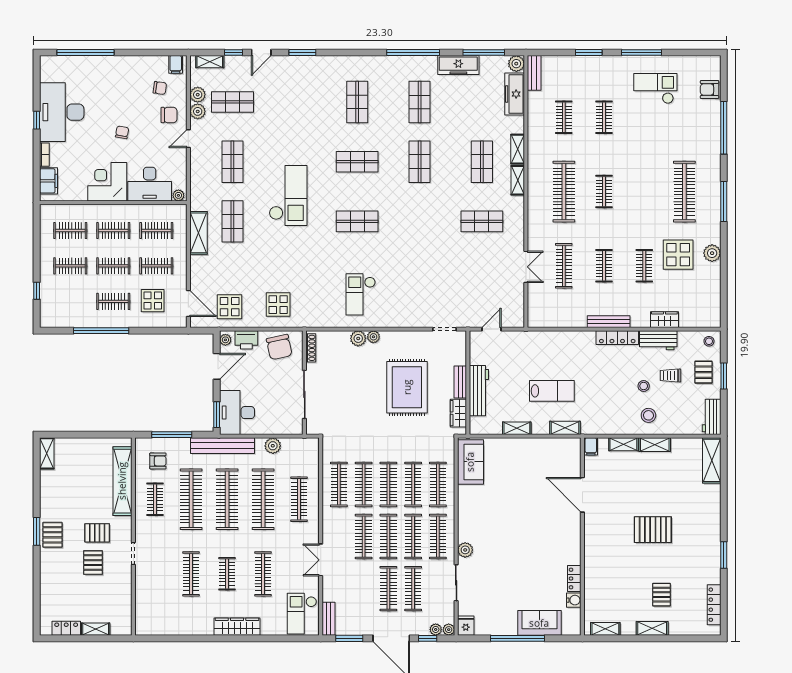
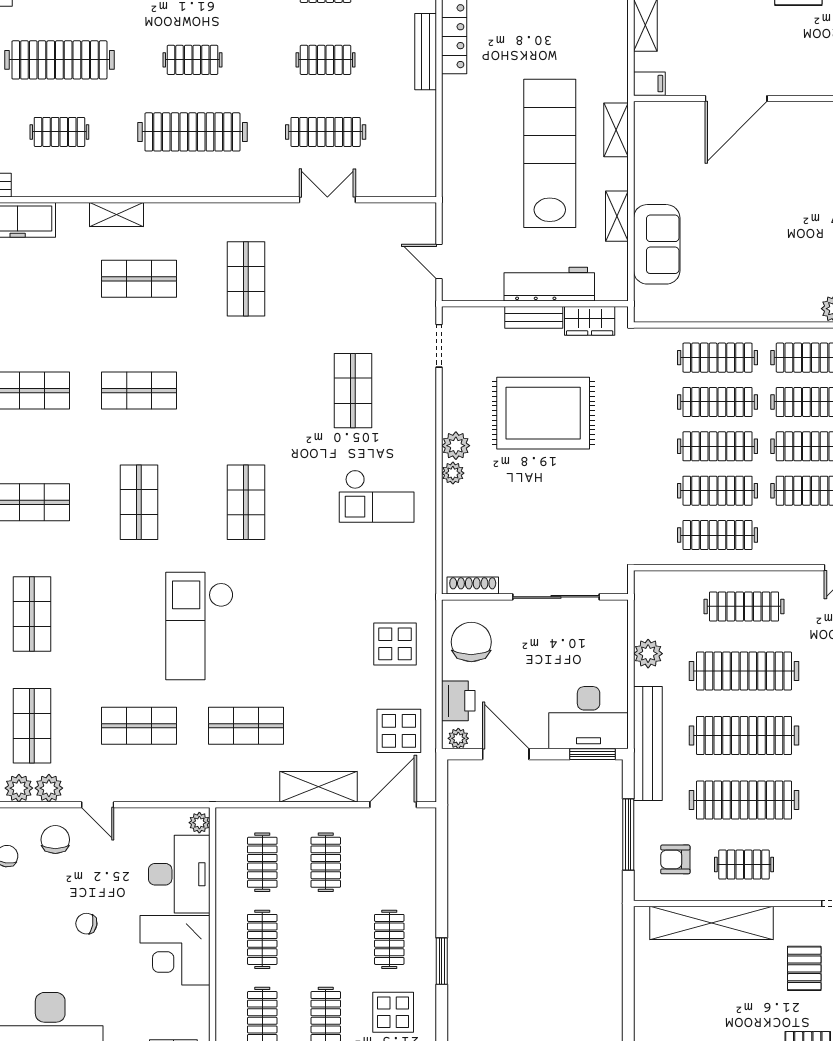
shop shelf: (295, 102) -> (32, 614), added
clothes rail: (604, 117) -> (59, 60), width x1.86, depth x1.31
shelving: (518, 180) -> (172, 214), removed
checkout: (288, 195) -> (200, 626), turned -90
shelving: (198, 233) -> (319, 787), moved
clothes rail: (113, 266) -> (326, 939), removed
shop shelf: (420, 281) -> (353, 391), added
display table: (153, 301) -> (393, 1012), moved
window: (101, 331) -> (442, 961), width x0.47
plant: (358, 338) -> (456, 446), moved
chair: (279, 347) -> (471, 642), turned -78
lab bench: (552, 391) -> (550, 153), width x1.86, depth x1.39
armchair: (158, 461) -> (675, 859), turned -90
sofa: (470, 462) -> (657, 244), moved, turned 90

